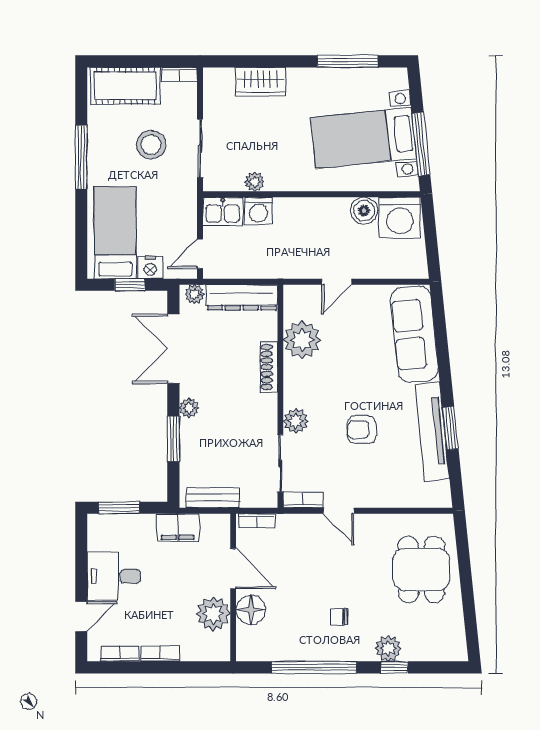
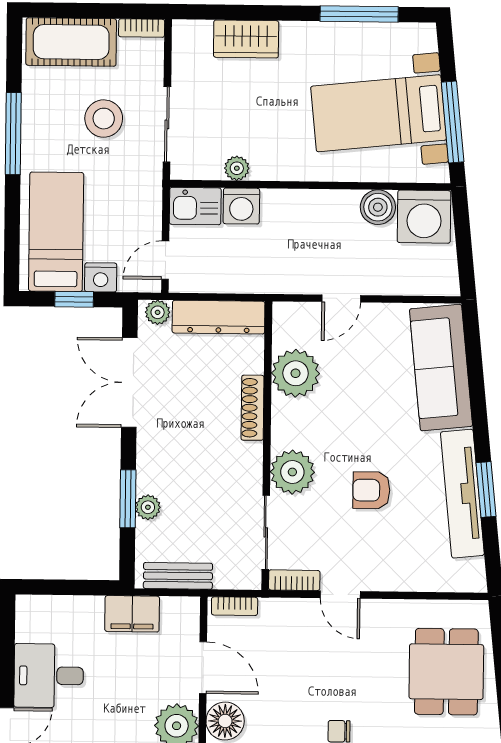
plant: (189, 408) -> (148, 507), moved
plant: (296, 421) -> (292, 472), width x1.36, depth x1.36
window: (119, 508) -> (57, 587), removed

